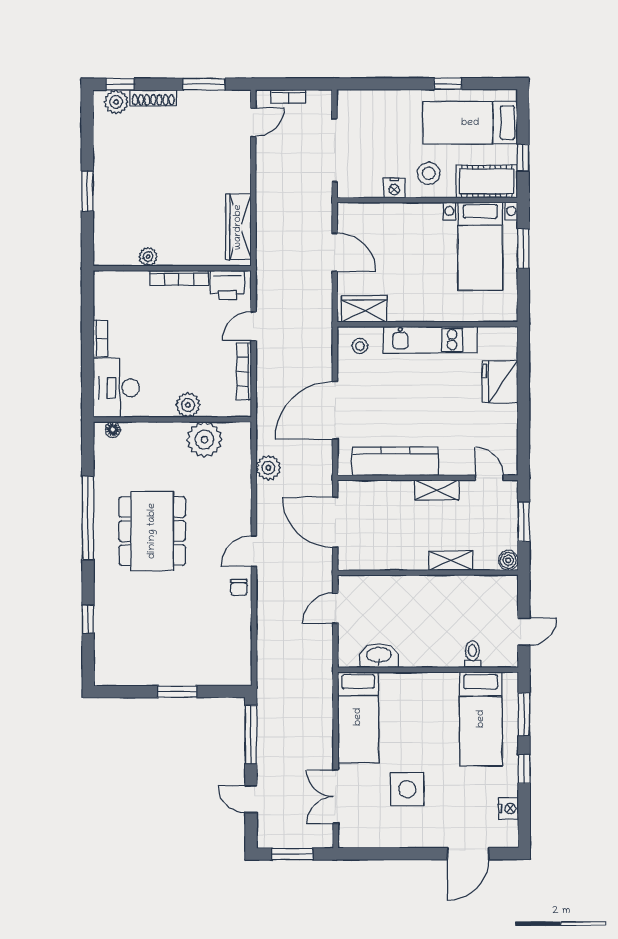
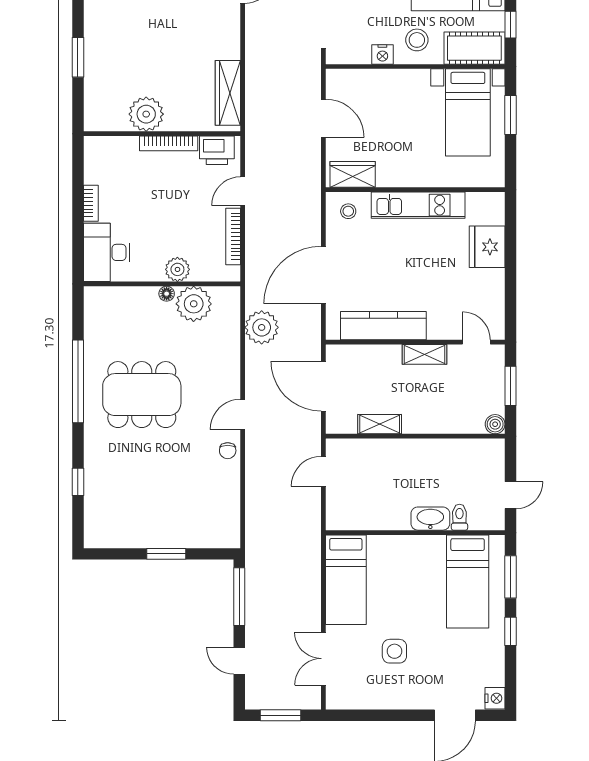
plant: (148, 257) -> (146, 114), width x1.88, depth x1.88
floor lamp: (113, 430) -> (167, 294), moved
plant: (268, 468) -> (262, 327), width x1.36, depth x1.36
dining table: (152, 531) -> (142, 395), turned 90
shelving: (451, 560) -> (380, 424), moved
washbasin: (379, 656) -> (430, 519), moved
side table: (407, 789) -> (394, 651), width x0.73, depth x0.73
nightstand: (509, 808) -> (495, 698), moved

